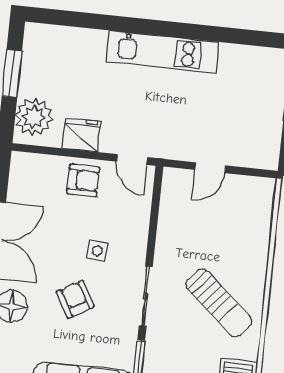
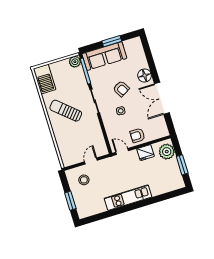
stool: (243, 132) -> (84, 180), added

